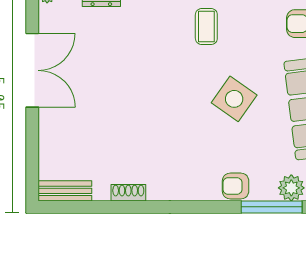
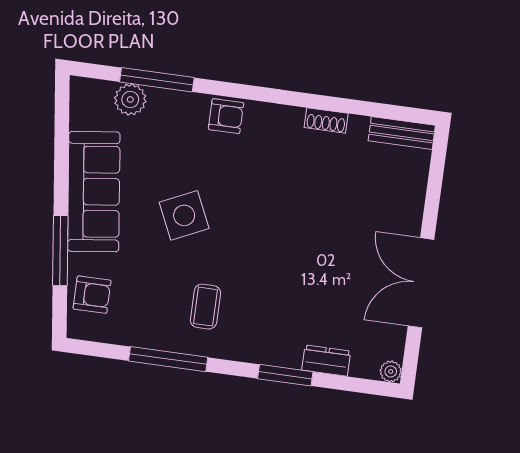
side table: (234, 99) -> (184, 215), turned 30
armchair: (236, 186) -> (226, 116), moved

